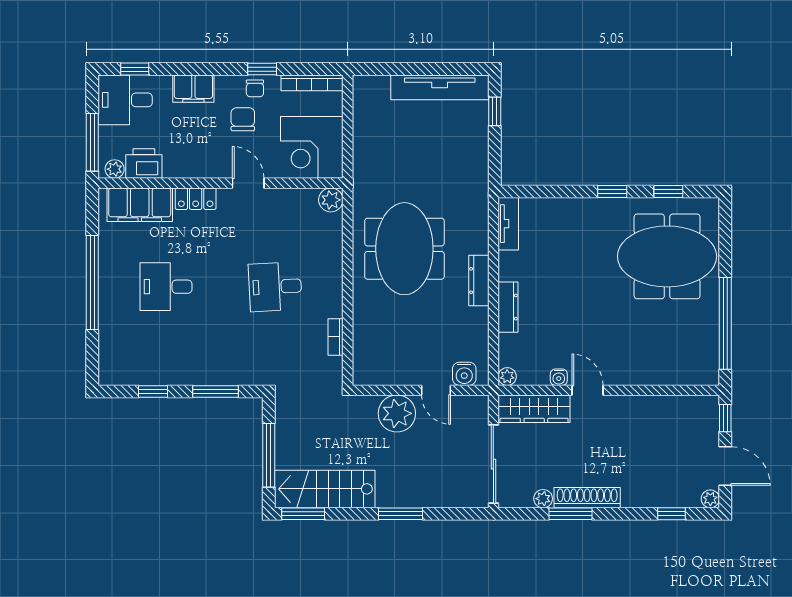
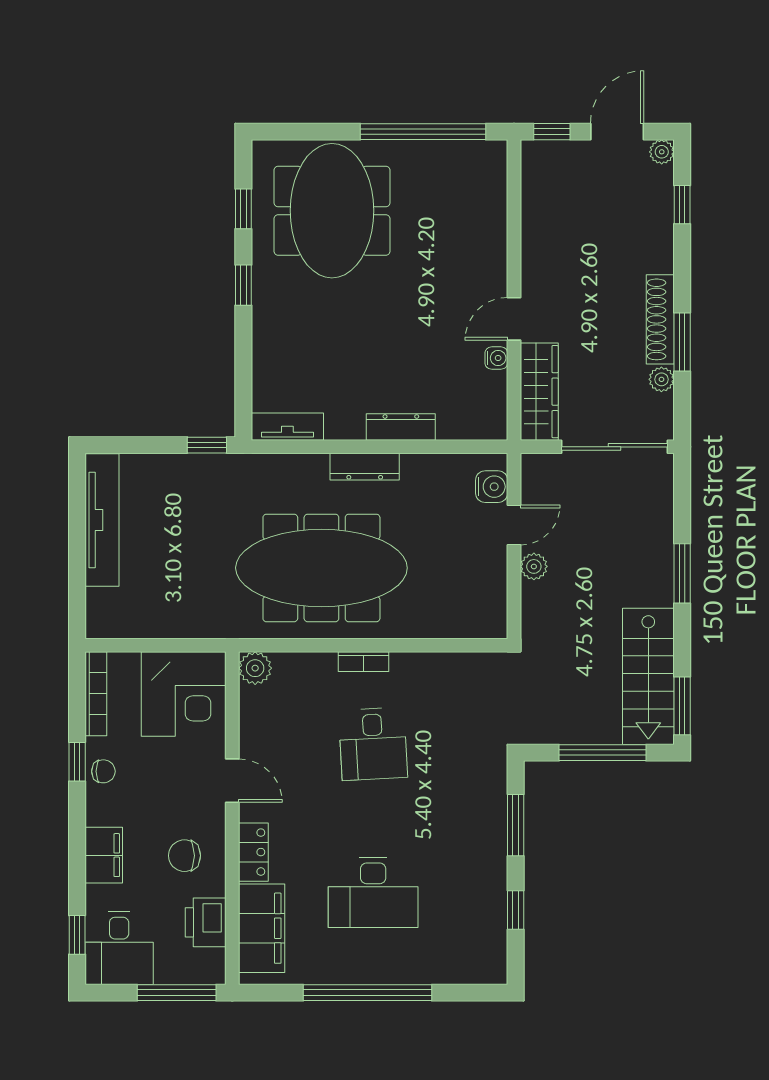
window: (495, 111) -> (207, 445), moved
chair: (243, 119) -> (184, 856), moved
plant: (115, 169) -> (213, 962), removed
door: (248, 183) -> (232, 781), swing flipped
meeting table: (404, 249) -> (321, 568), width x1.36
desk: (166, 287) -> (373, 892), width x1.37
bookcase: (336, 337) -> (364, 662), moved
plant: (507, 377) -> (495, 428), removed
plant: (397, 413) -> (534, 566), width x0.53, depth x0.53

